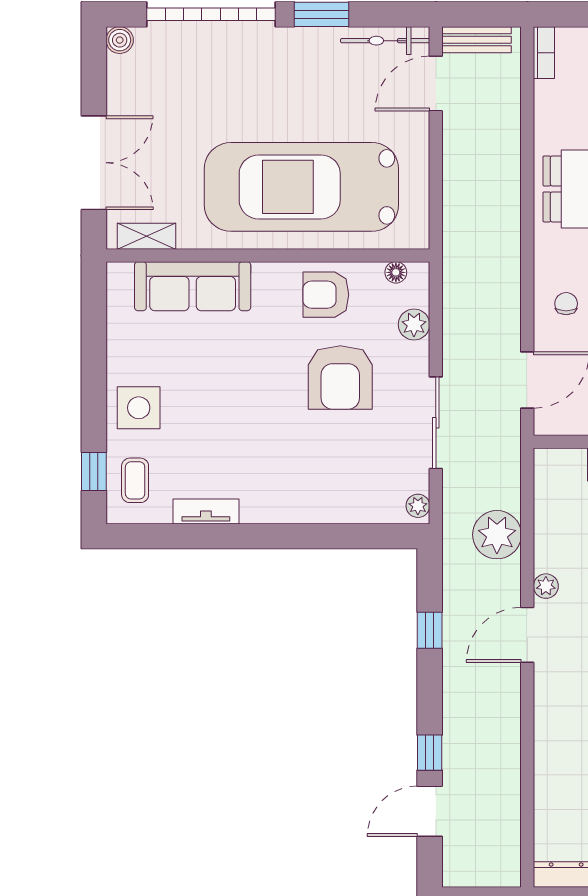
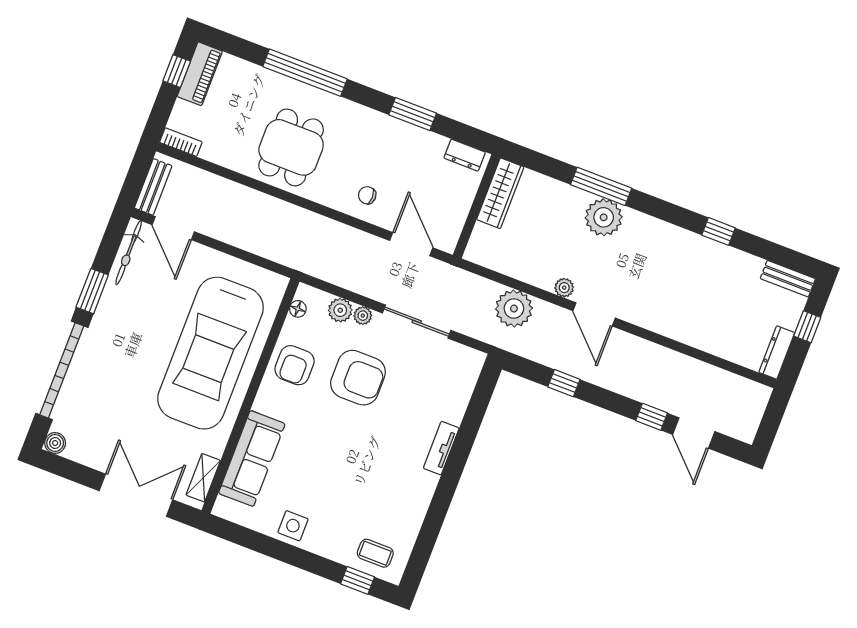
side table: (139, 408) -> (293, 526), moved, width x0.73, depth x0.73
plant: (418, 506) -> (363, 316), moved
tv unit: (206, 512) -> (441, 448), moved

